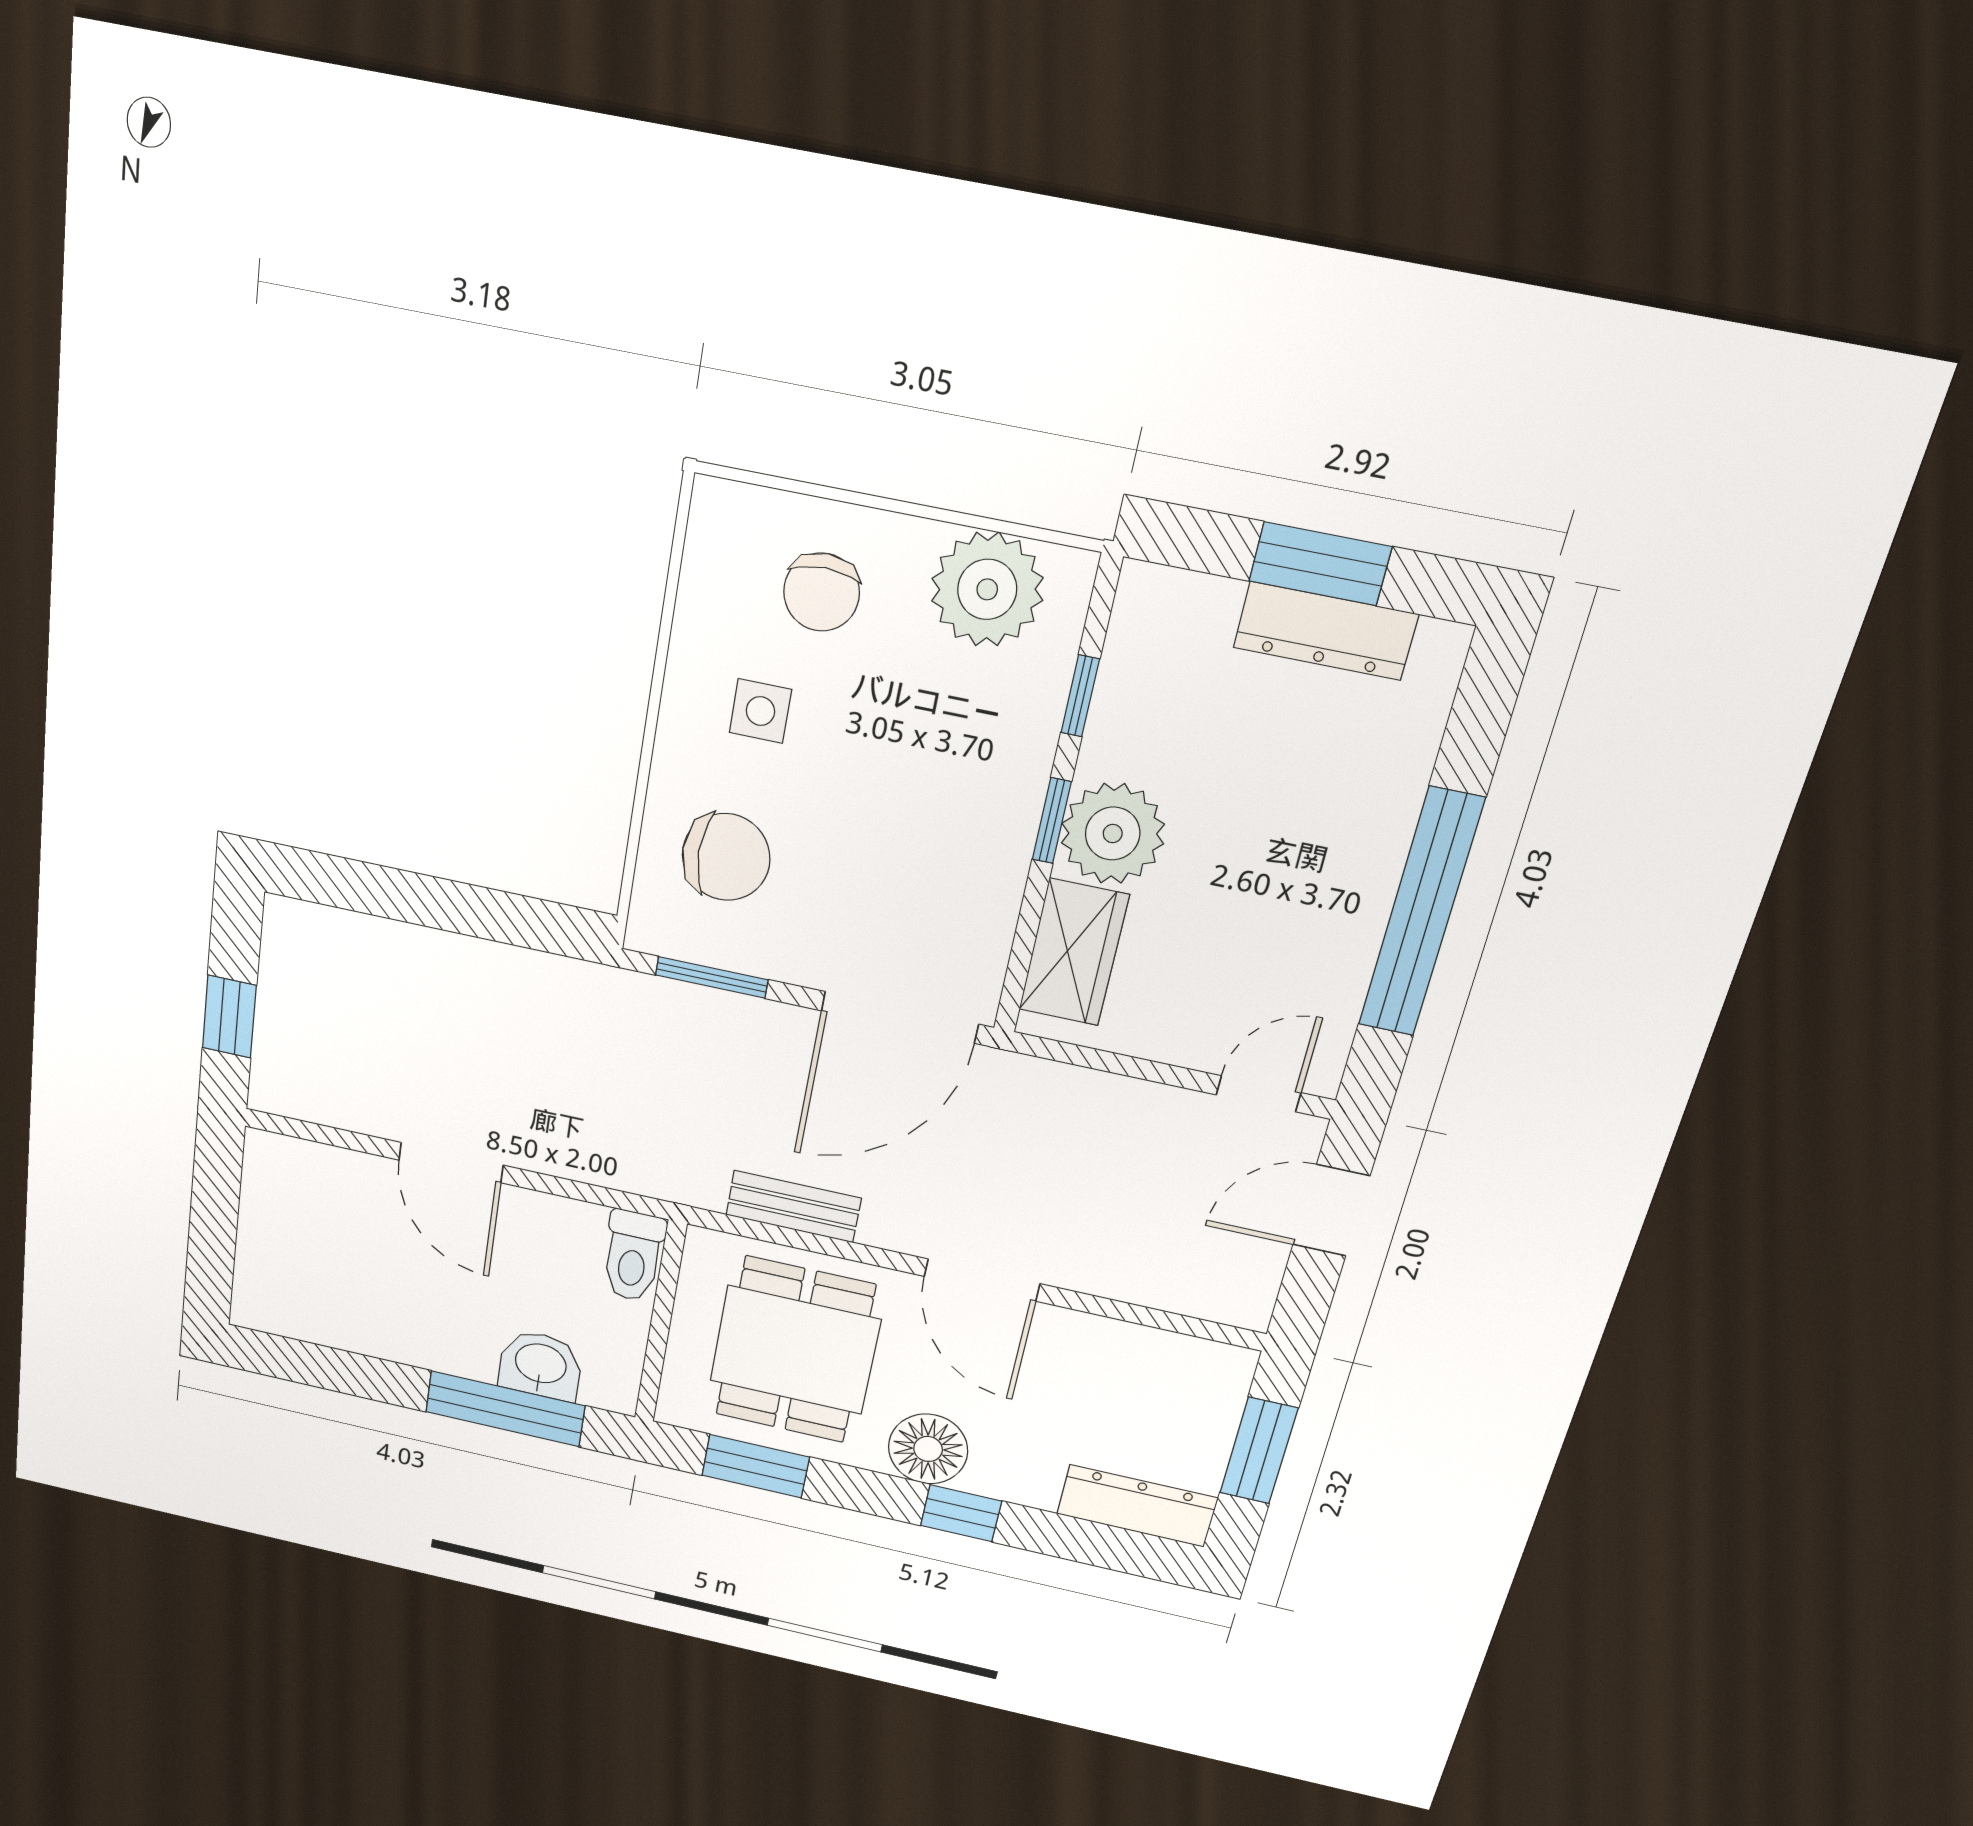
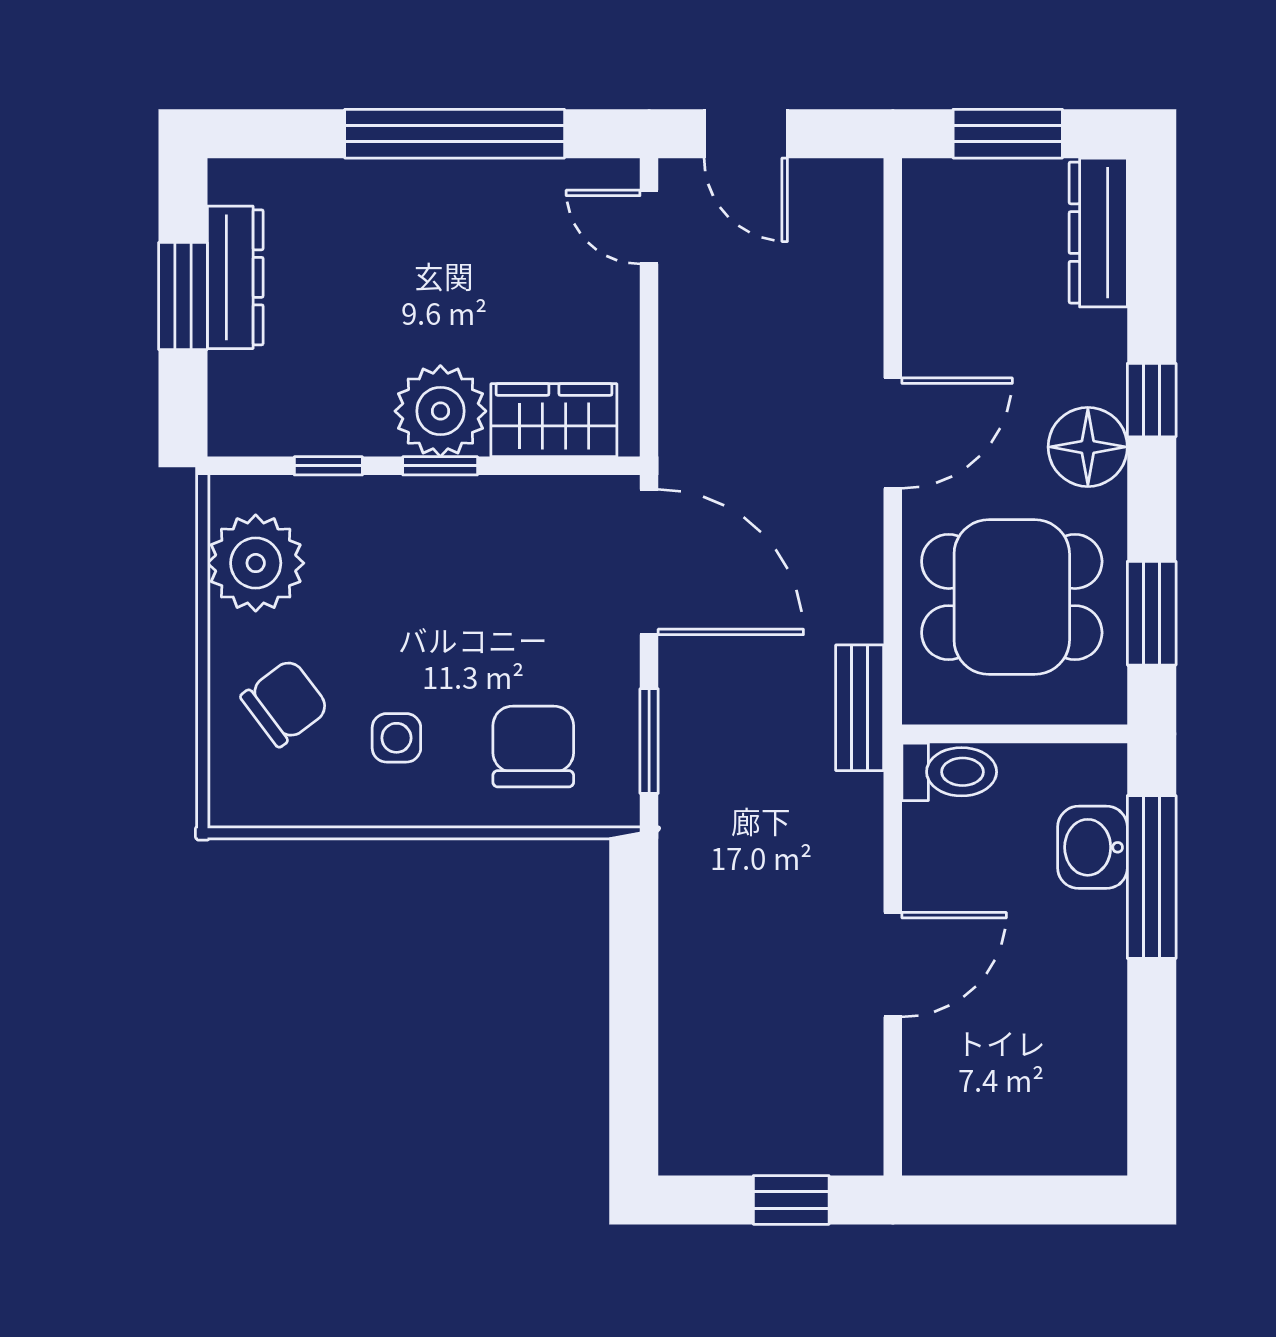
chair: (822, 592) -> (285, 703), turned -37
bench: (794, 1207) -> (860, 708), moved

